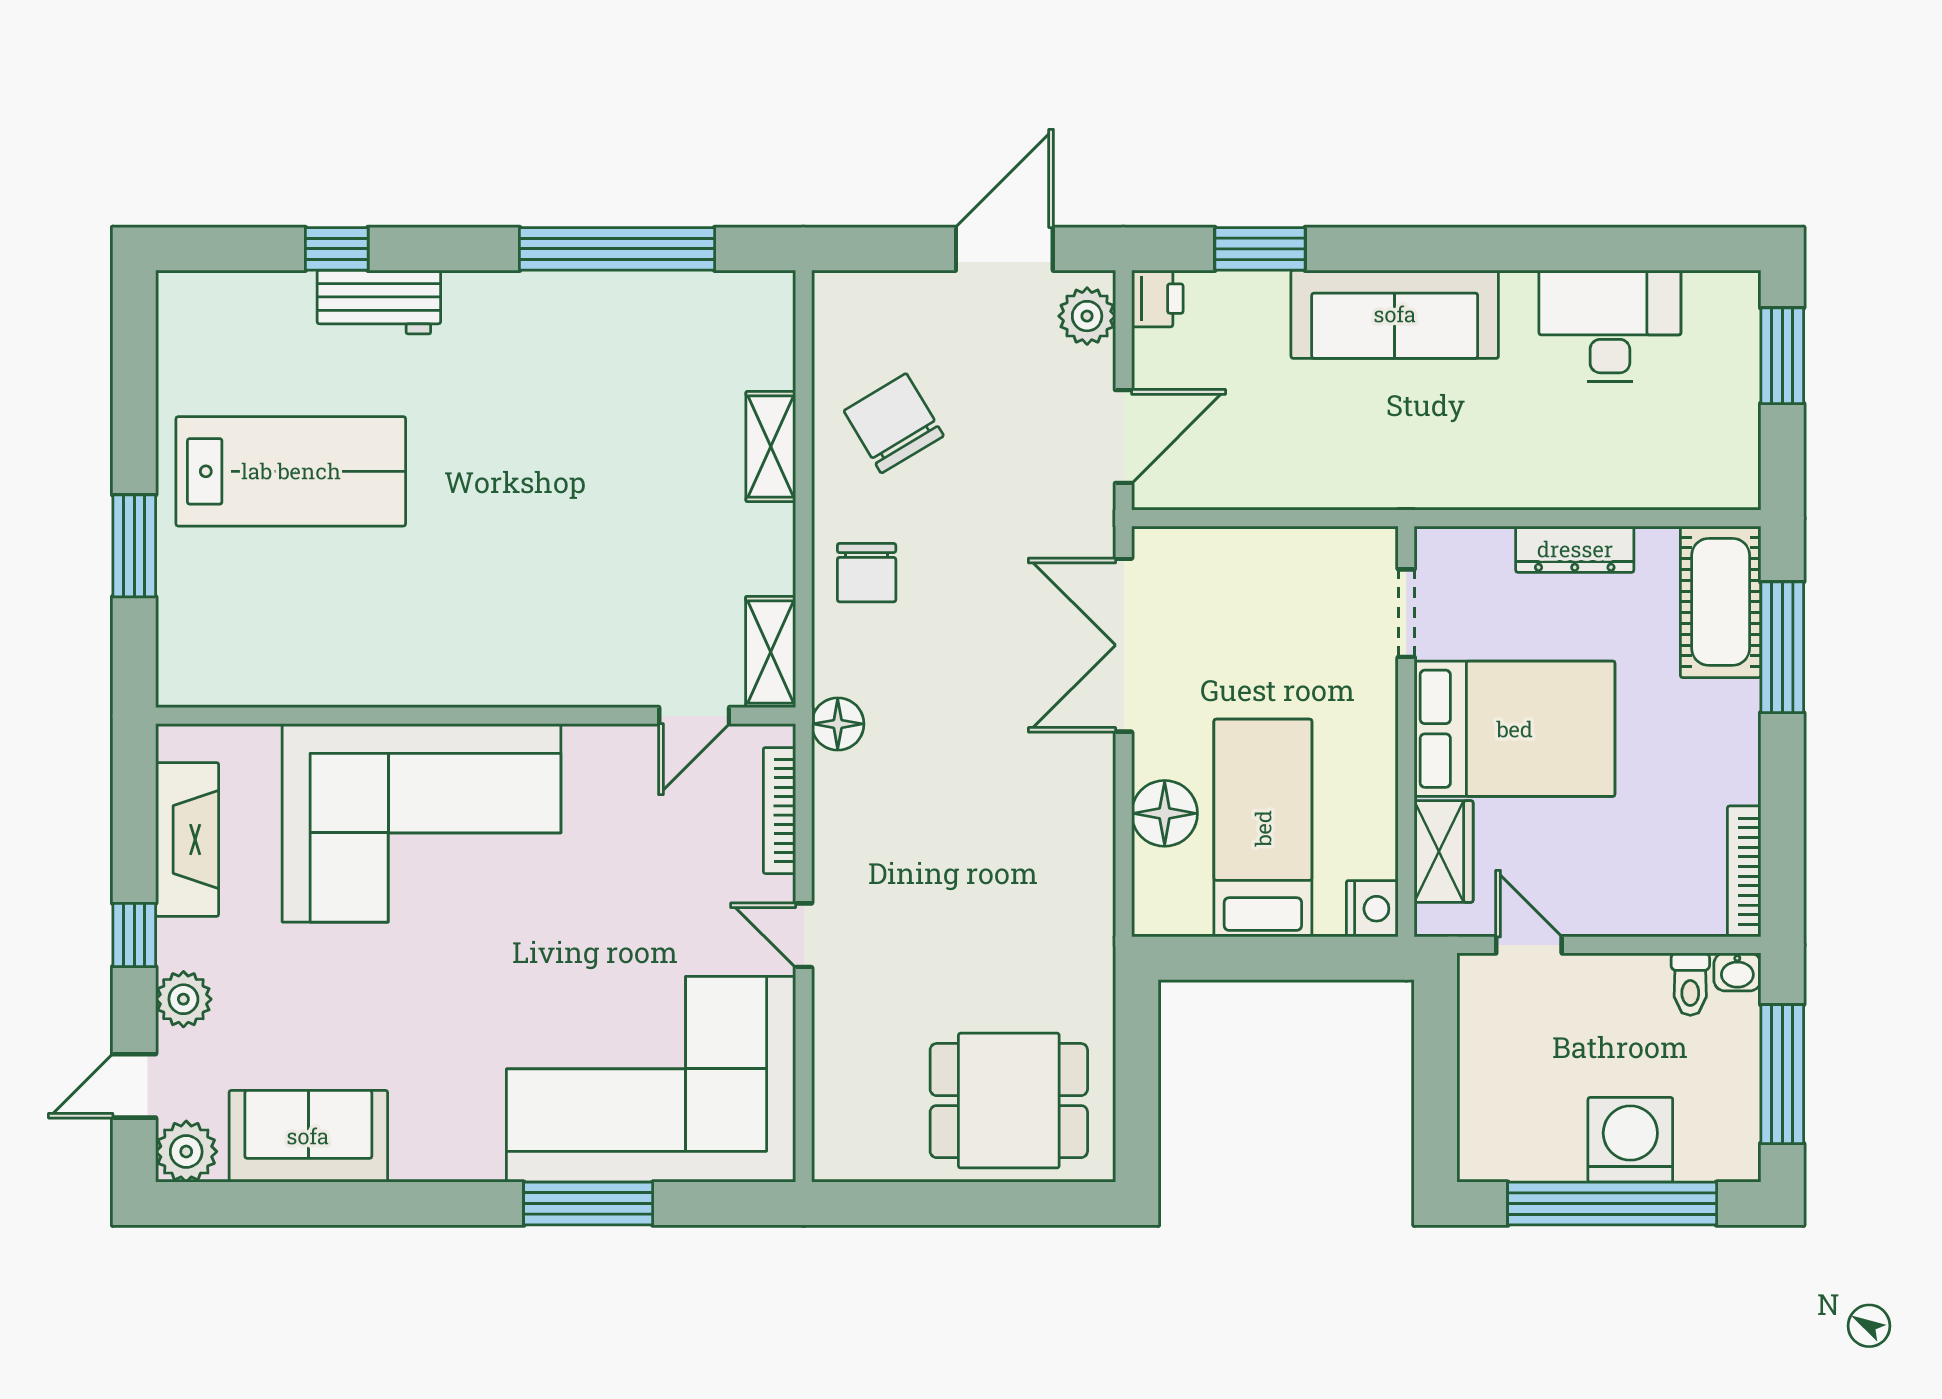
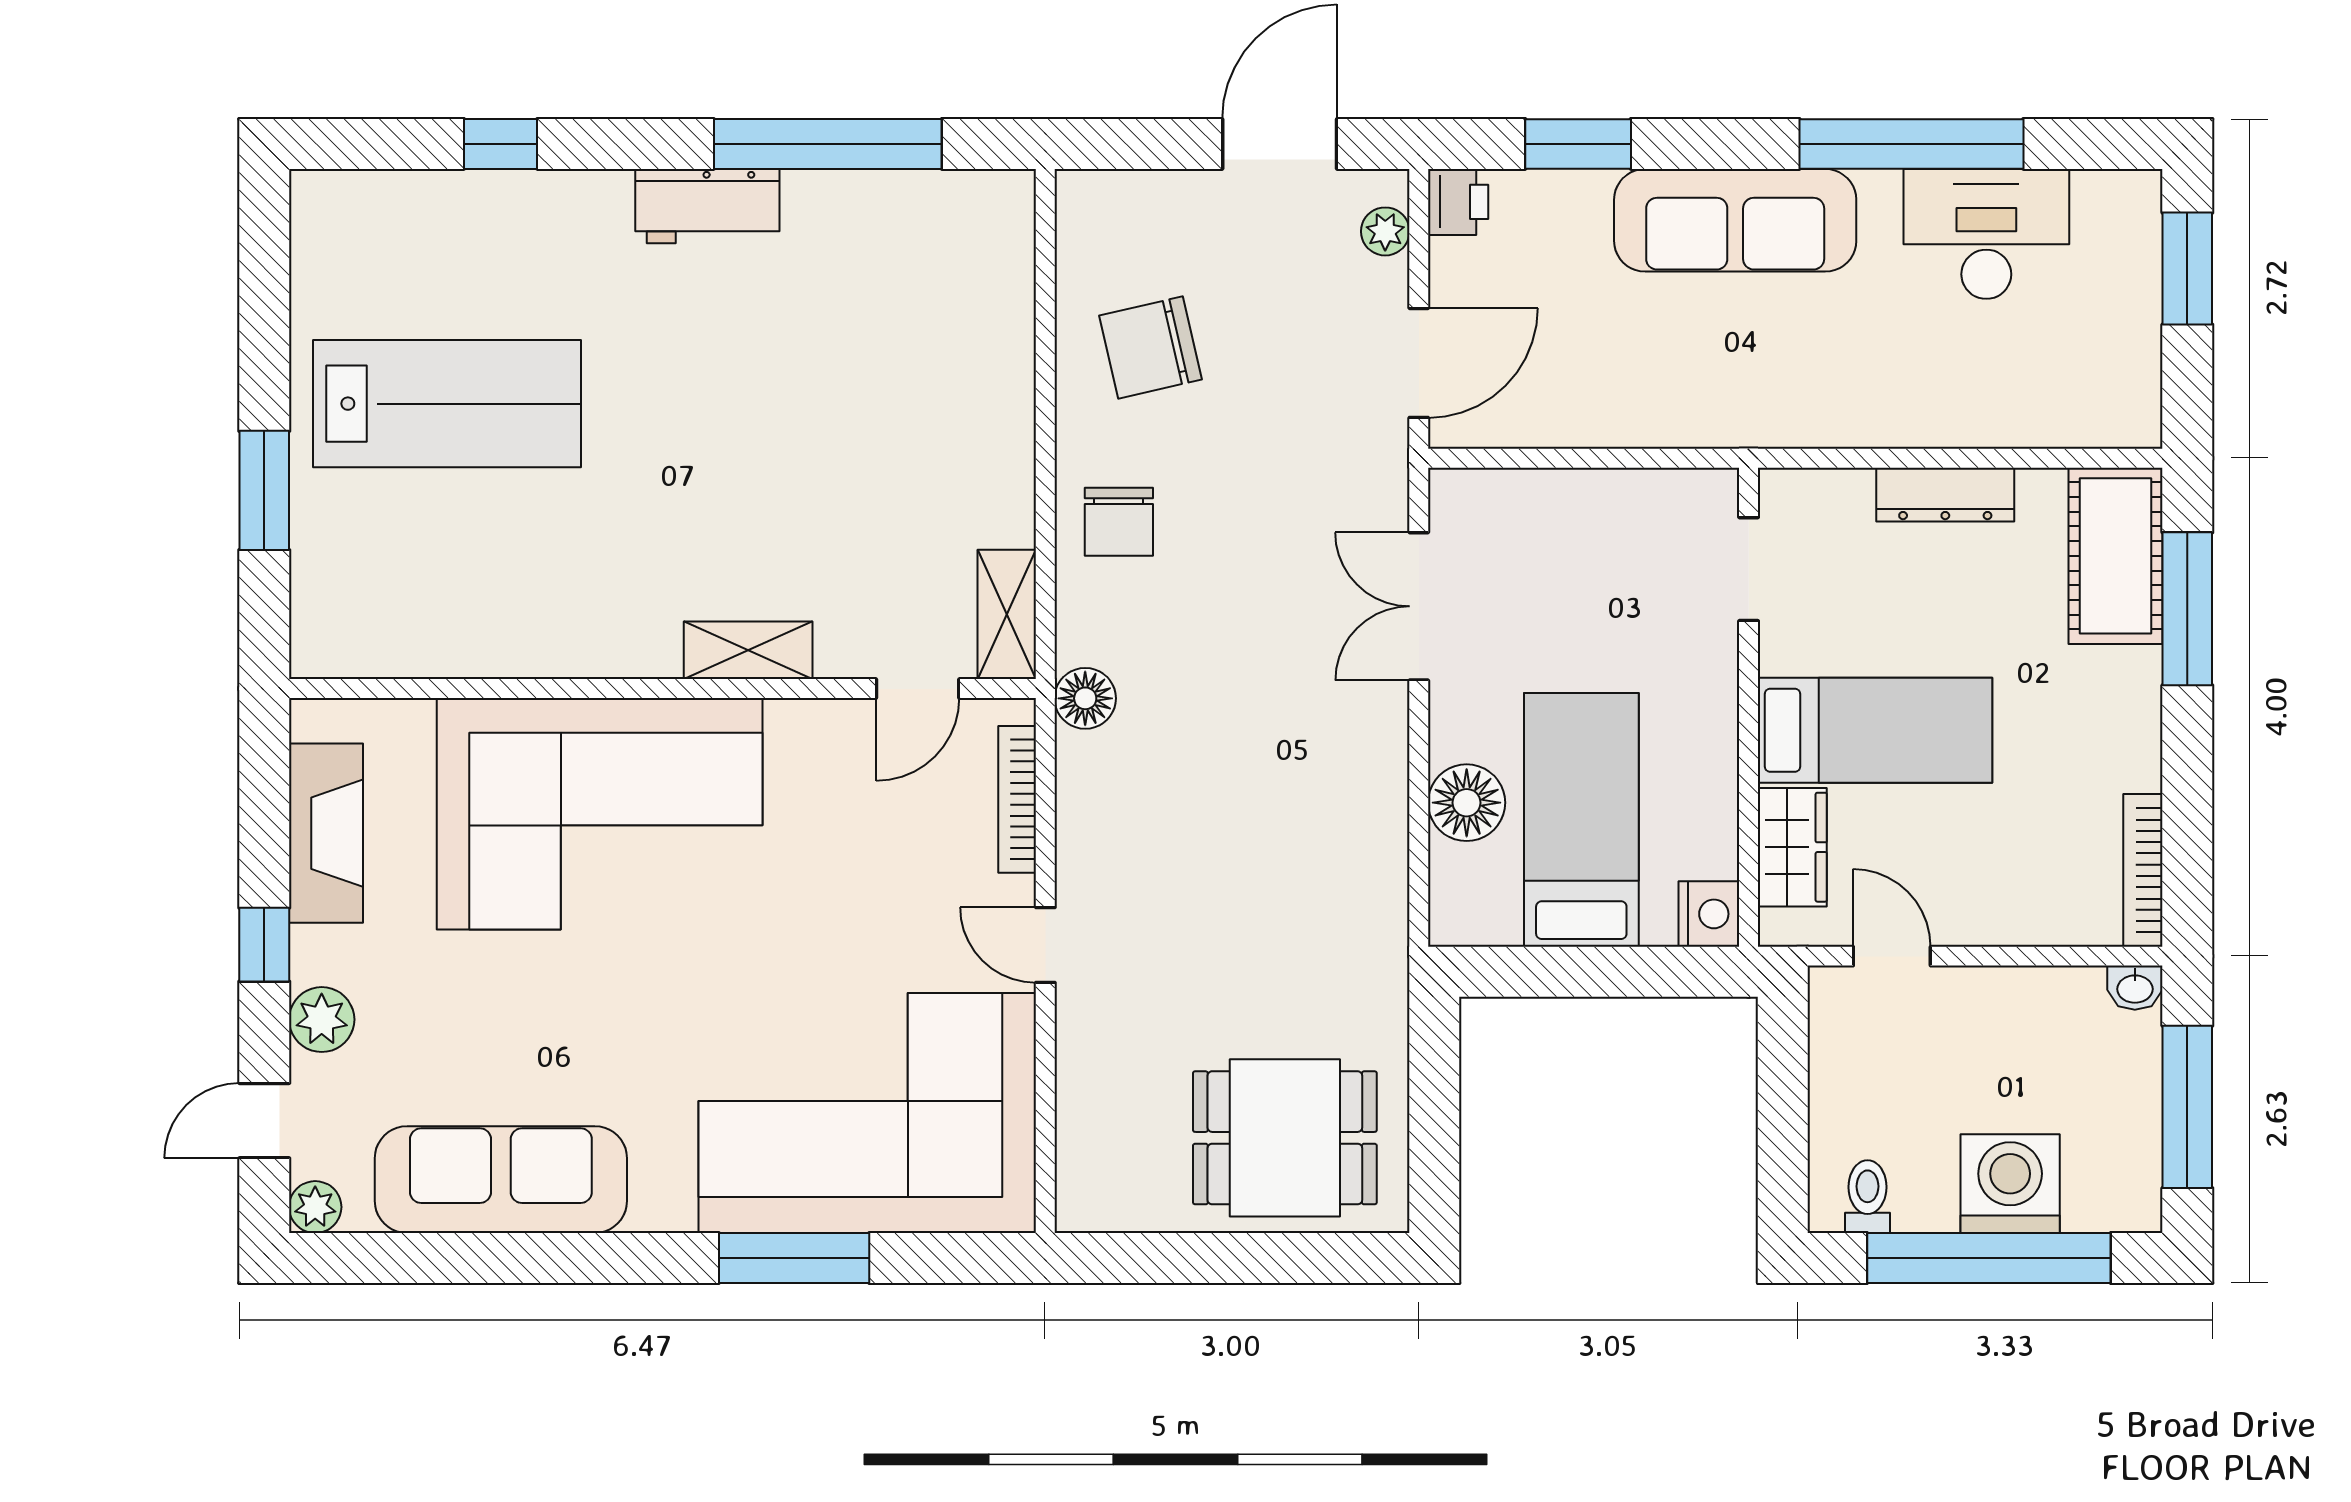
window: (1546, 249) -> (1911, 144), added
workbench: (379, 302) -> (707, 206), moved
plant: (1087, 316) -> (1385, 231), width x0.73, depth x0.73
chair: (894, 423) -> (1151, 347), turned -72
shelving: (771, 447) -> (748, 650), moved, turned 90
double door: (1124, 645) -> (1419, 606), width x0.73
bed: (1515, 729) -> (1875, 730), width x0.67
toilet: (1690, 984) -> (1867, 1197), moved, turned 180
sofa: (308, 1136) -> (501, 1180), width x1.36
plant: (186, 1152) -> (315, 1207), width x0.73, depth x0.73

